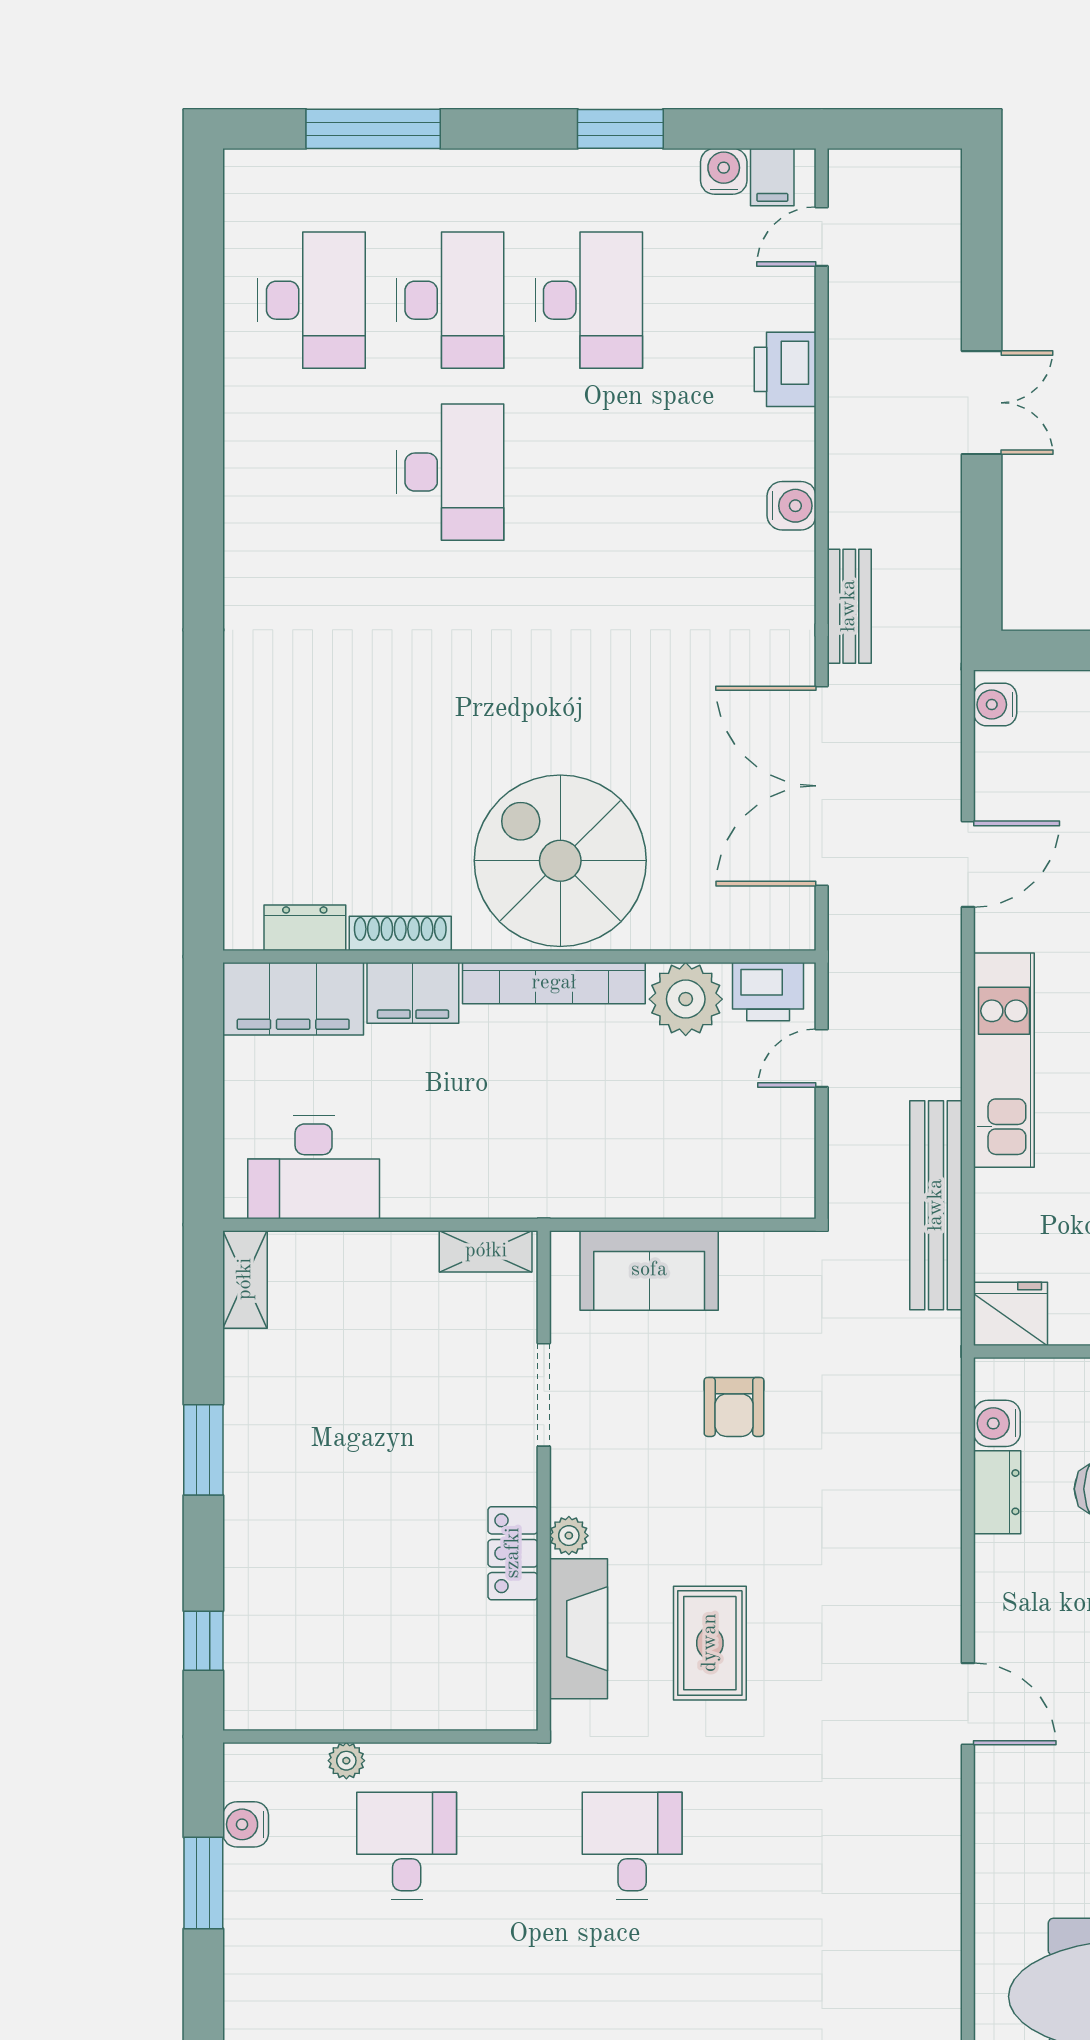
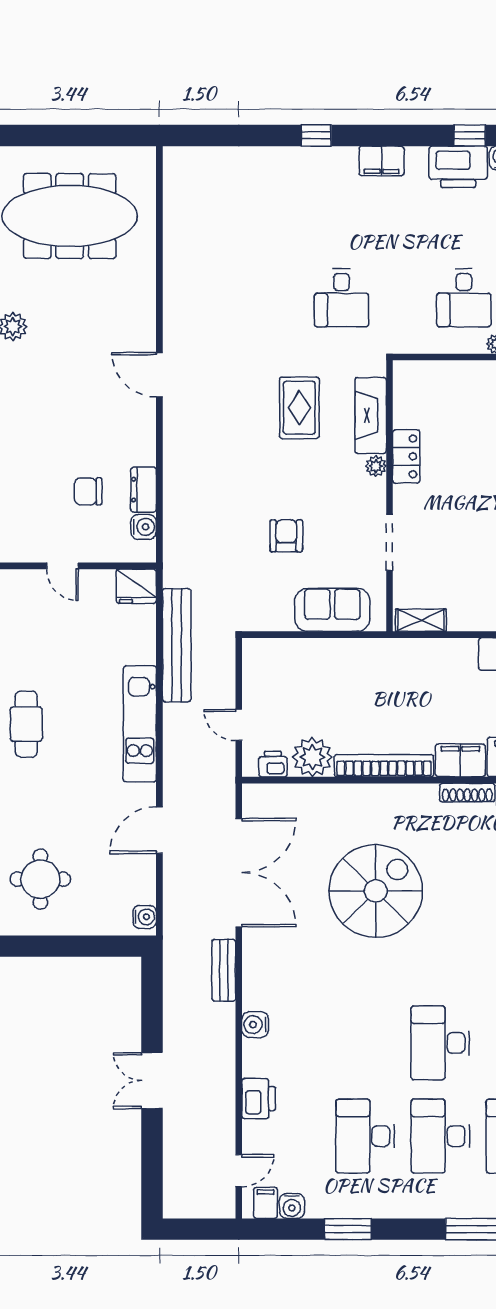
spiral stairs: (560, 861) -> (376, 891), moved, turned -90
printer: (768, 992) -> (273, 764), width x0.73, depth x0.81
door: (822, 1058) -> (239, 725), swing flipped

